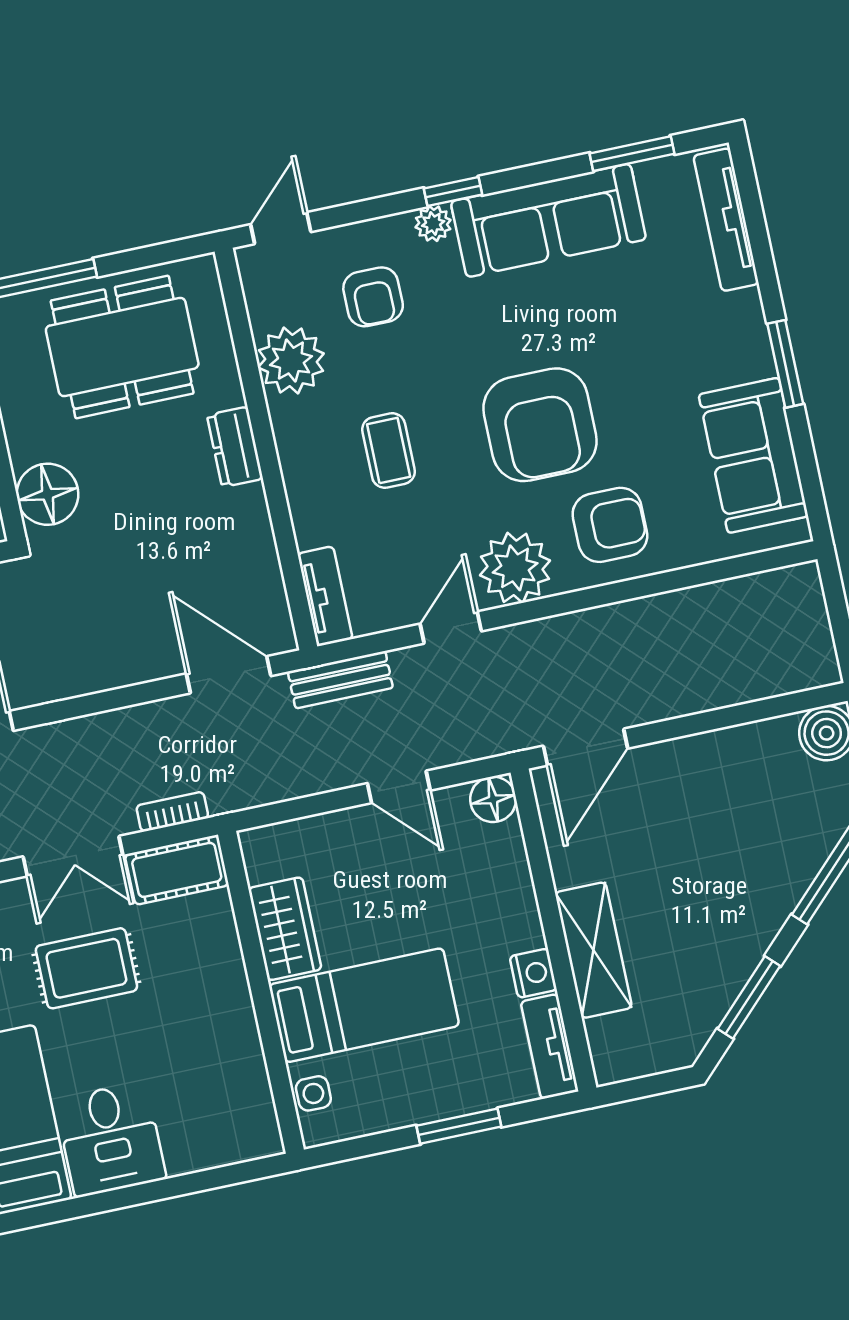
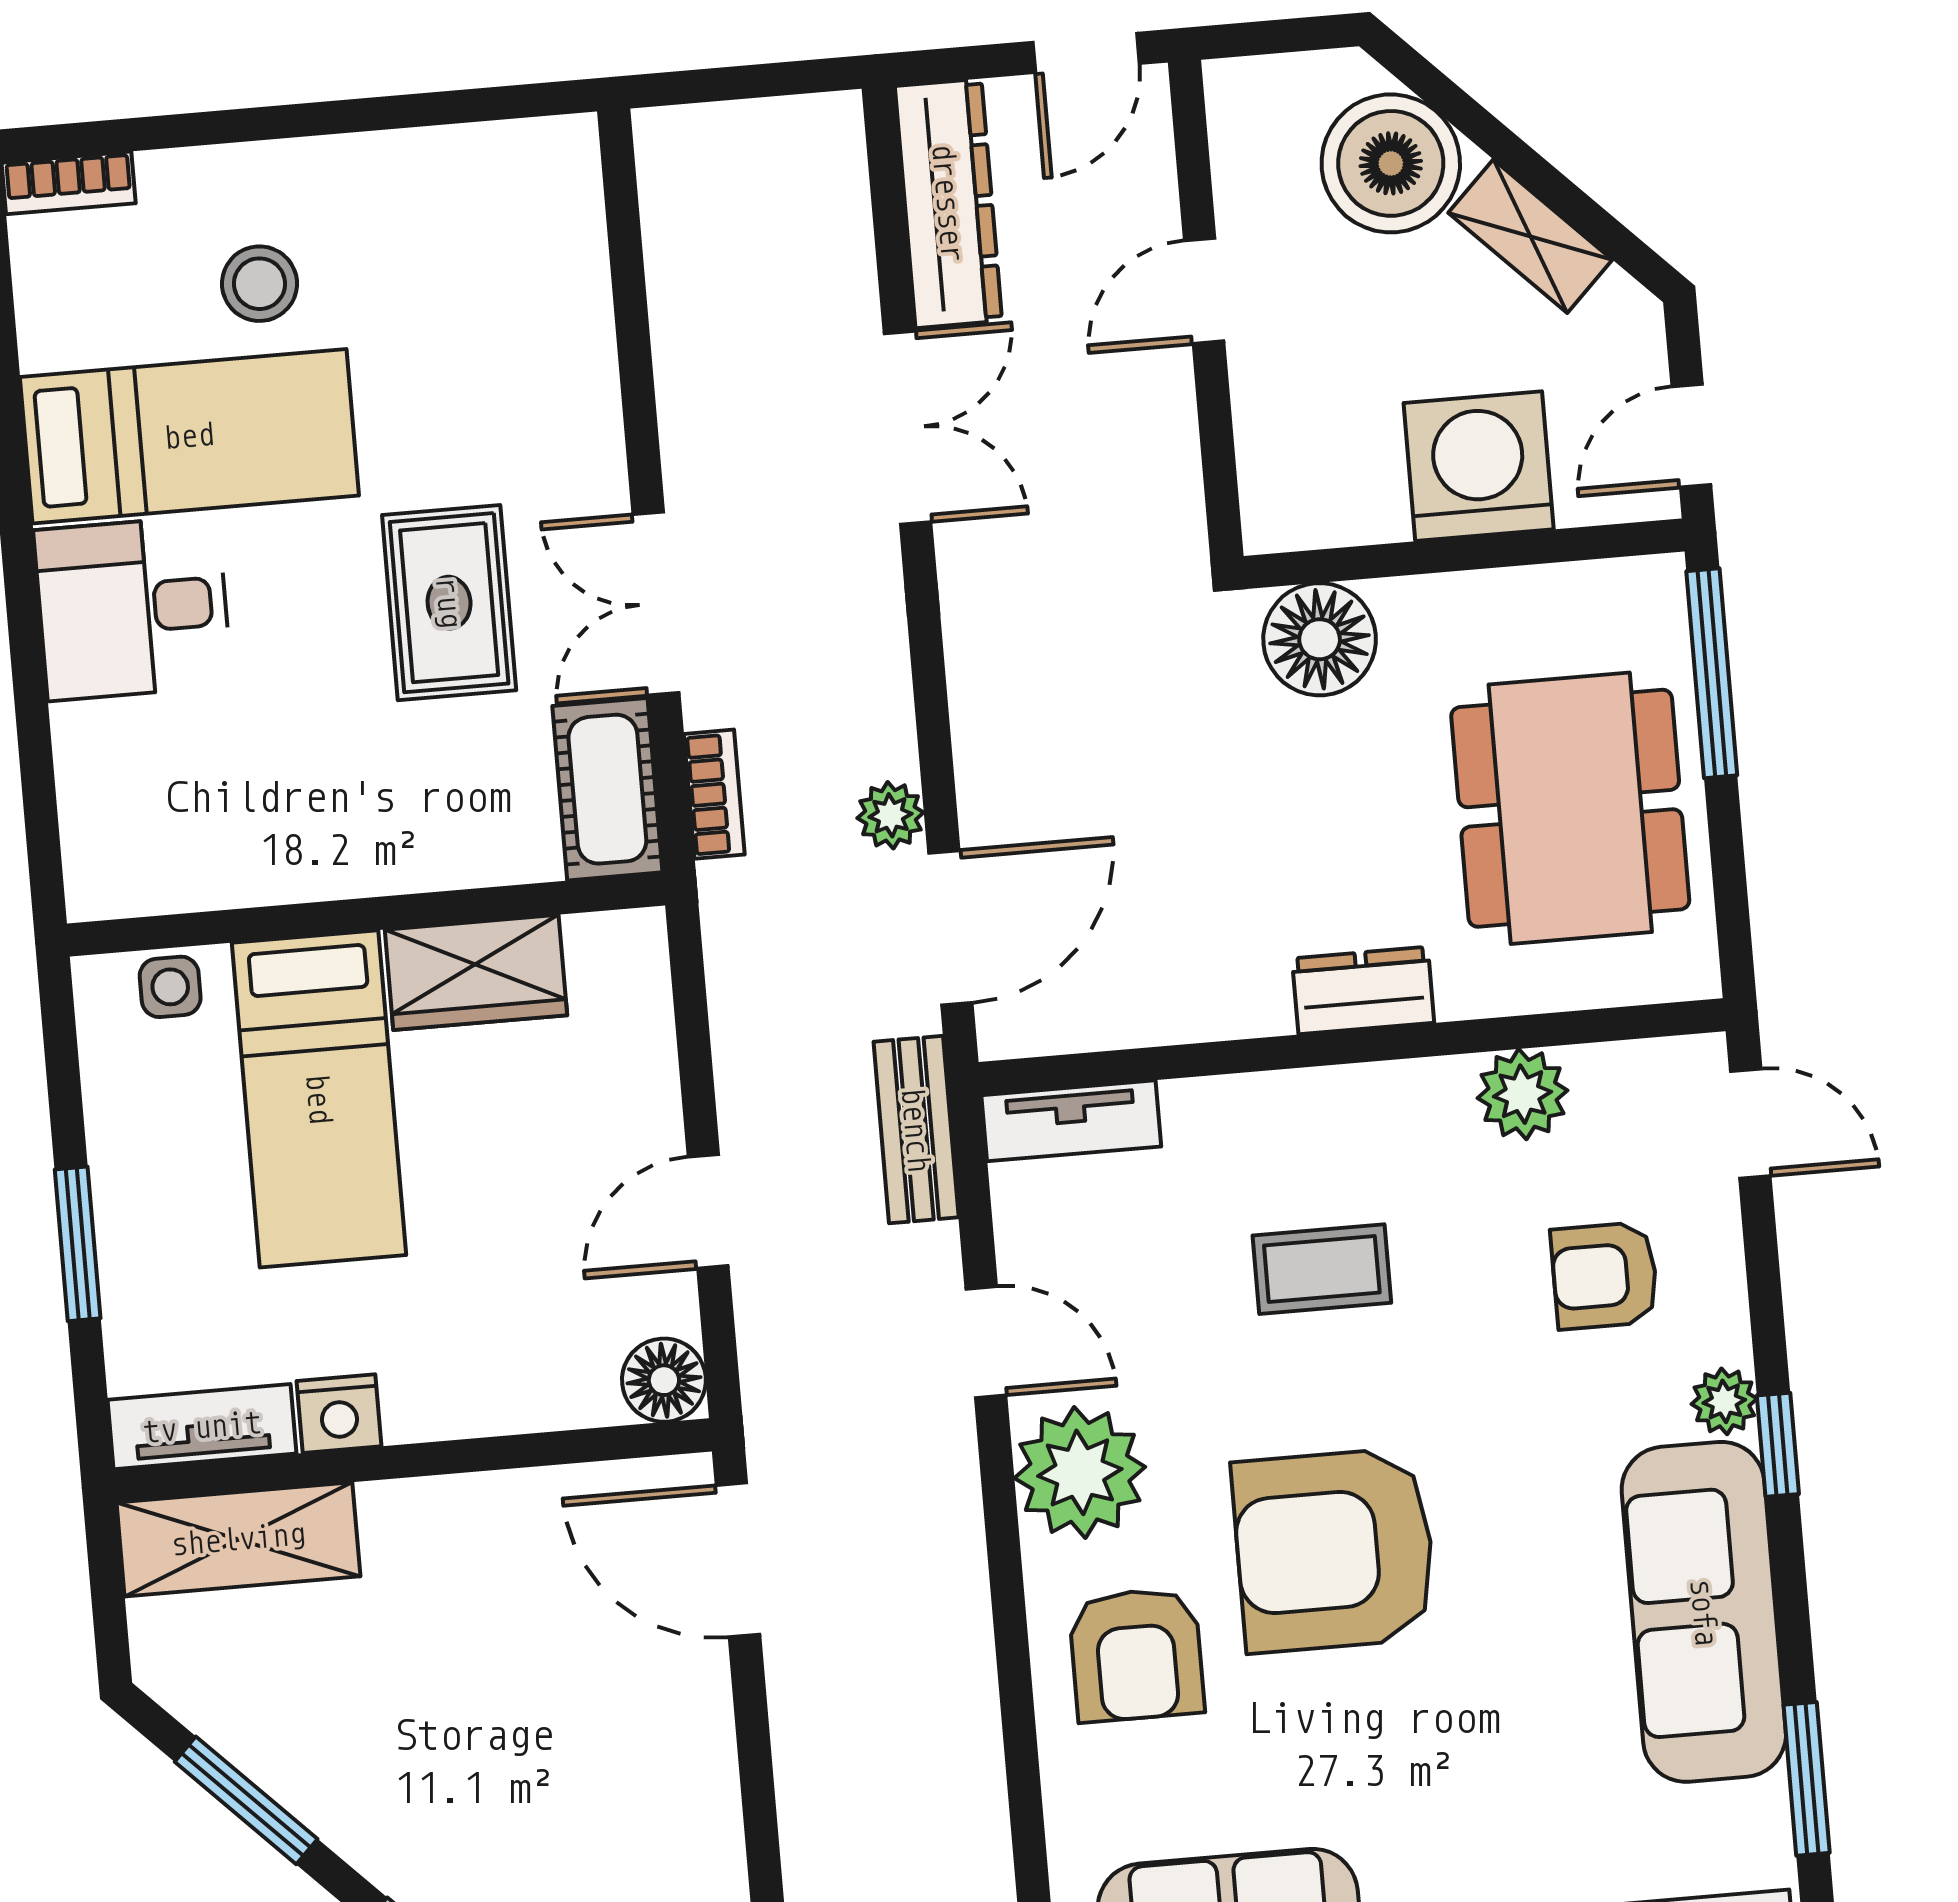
plant: (291, 361) -> (1523, 1094), width x0.73, depth x0.73
plant: (172, 715) -> (890, 815), added
shelving: (593, 950) -> (238, 1539), moved

